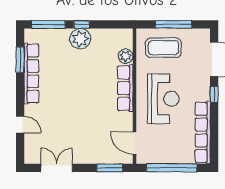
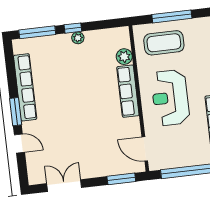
plant: (80, 39) -> (78, 38), width x0.53, depth x0.53
window: (20, 60) -> (16, 112), moved
reception desk: (163, 99) -> (170, 98), turned 180

